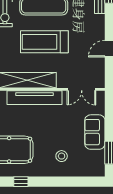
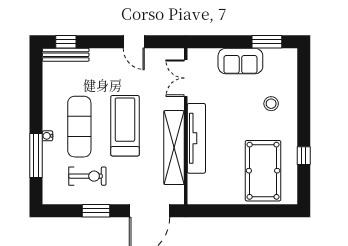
treadmill: (44, 42) -> (125, 126), turned 180
double door: (82, 89) -> (186, 78), swing flipped

